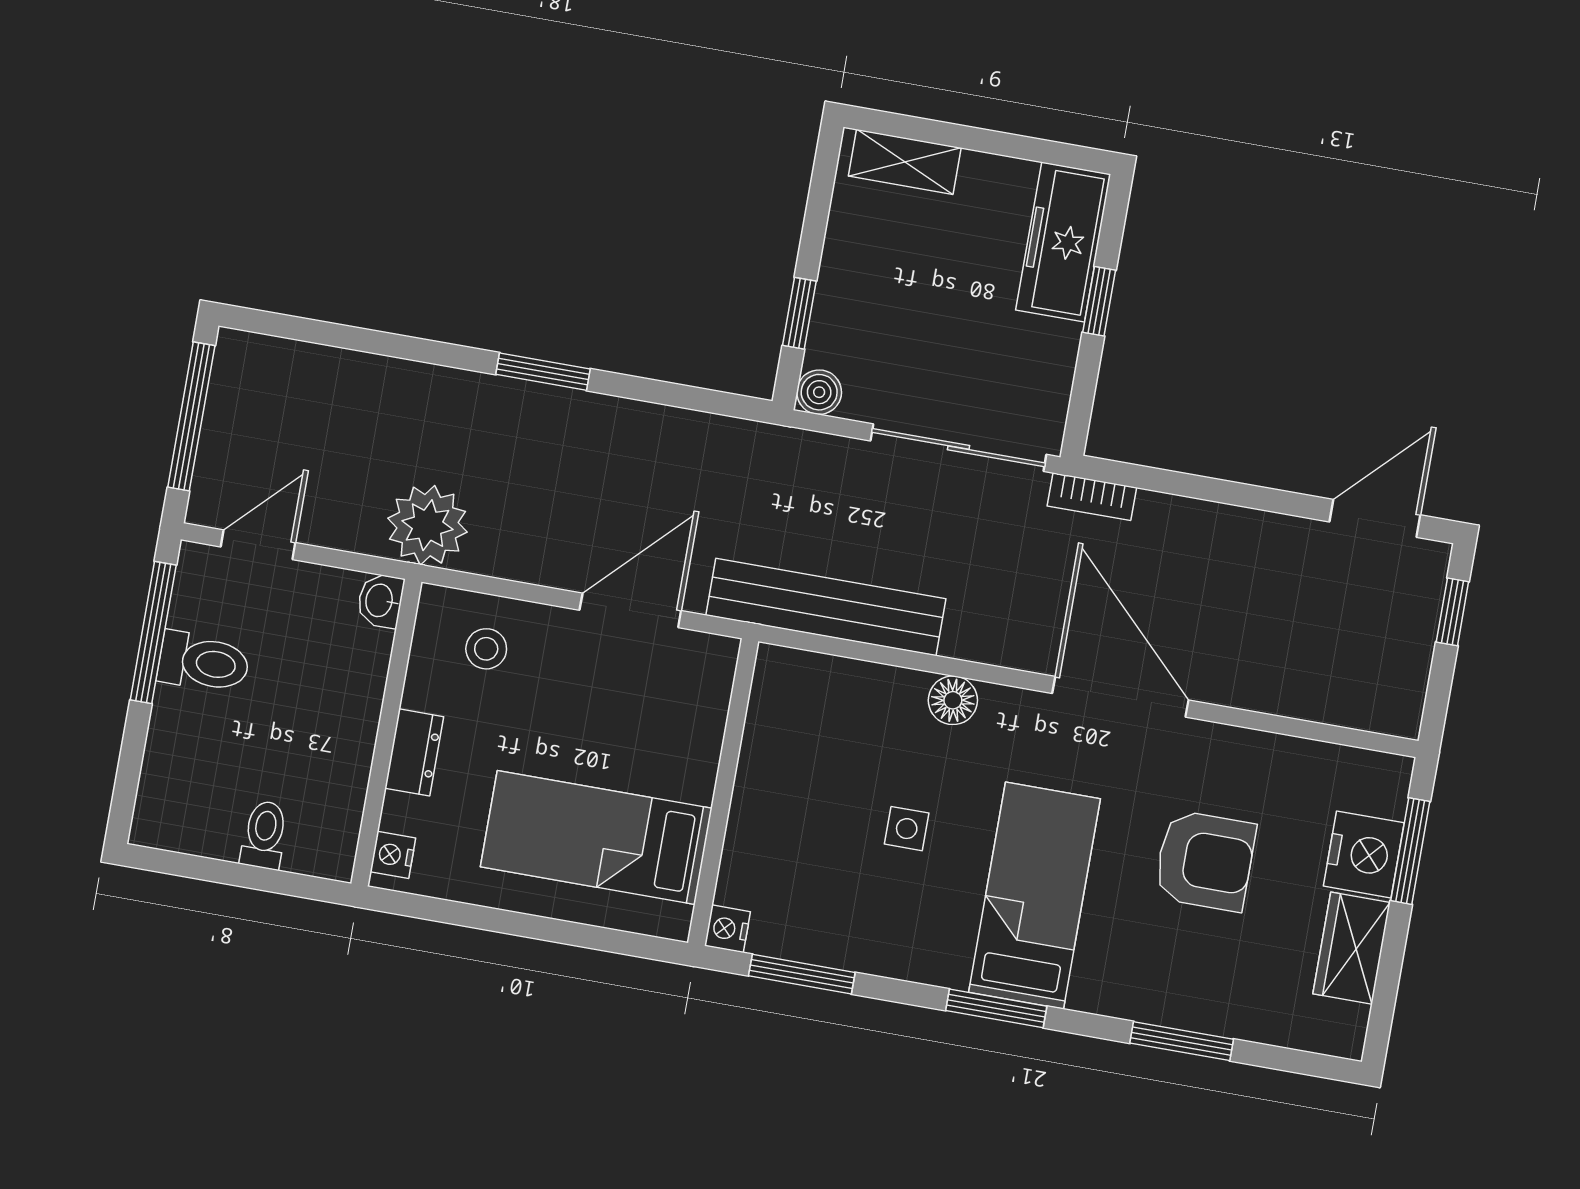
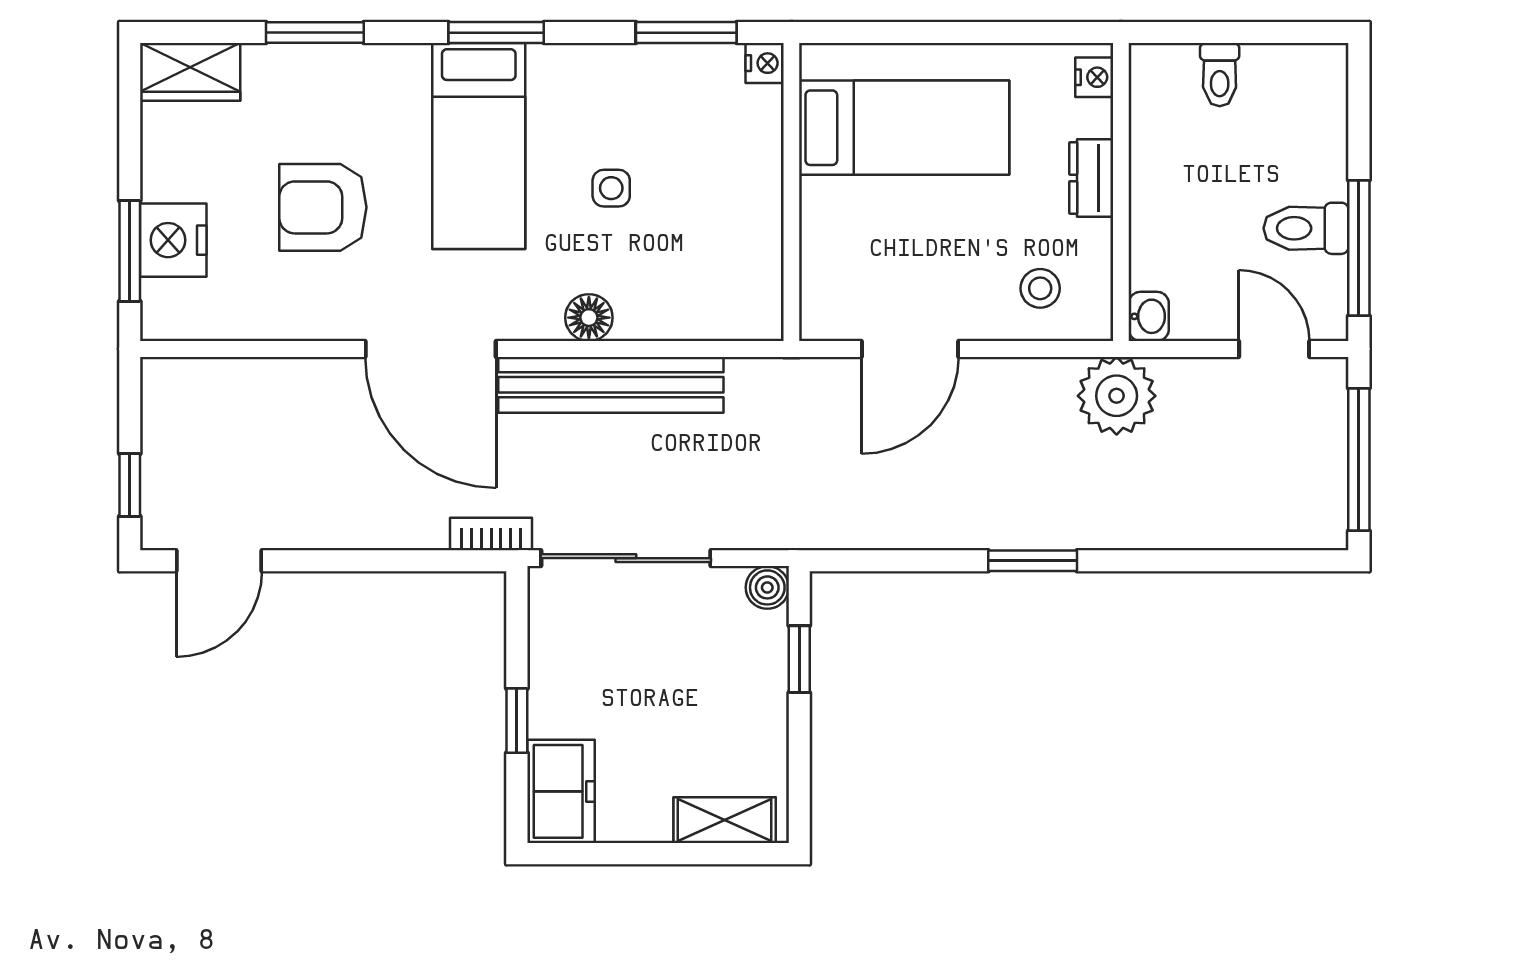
freezer: (1063, 242) -> (561, 791), width x0.71
door: (258, 545) -> (1274, 349), swing flipped
bench: (826, 607) -> (611, 385), moved
wardrobe: (1352, 948) -> (190, 72), moved, turned 90

